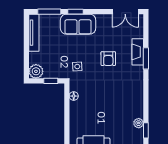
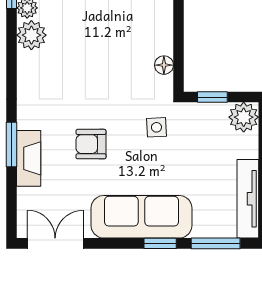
sofa: (78, 24) -> (141, 217), width x1.36
armchair: (108, 59) -> (91, 144), turned -90
plant: (136, 110) -> (31, 35), added

